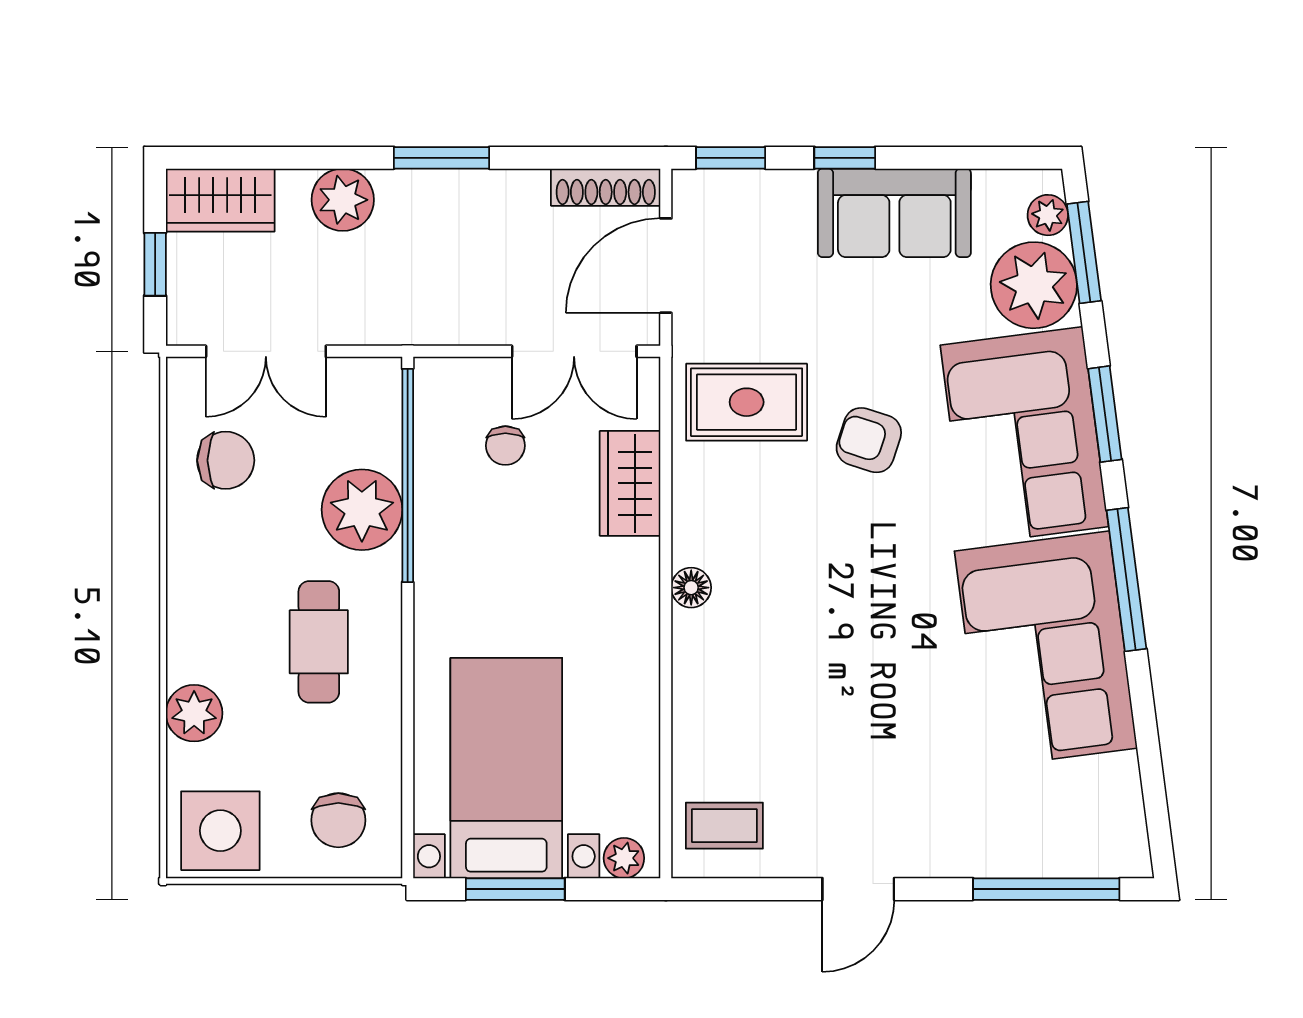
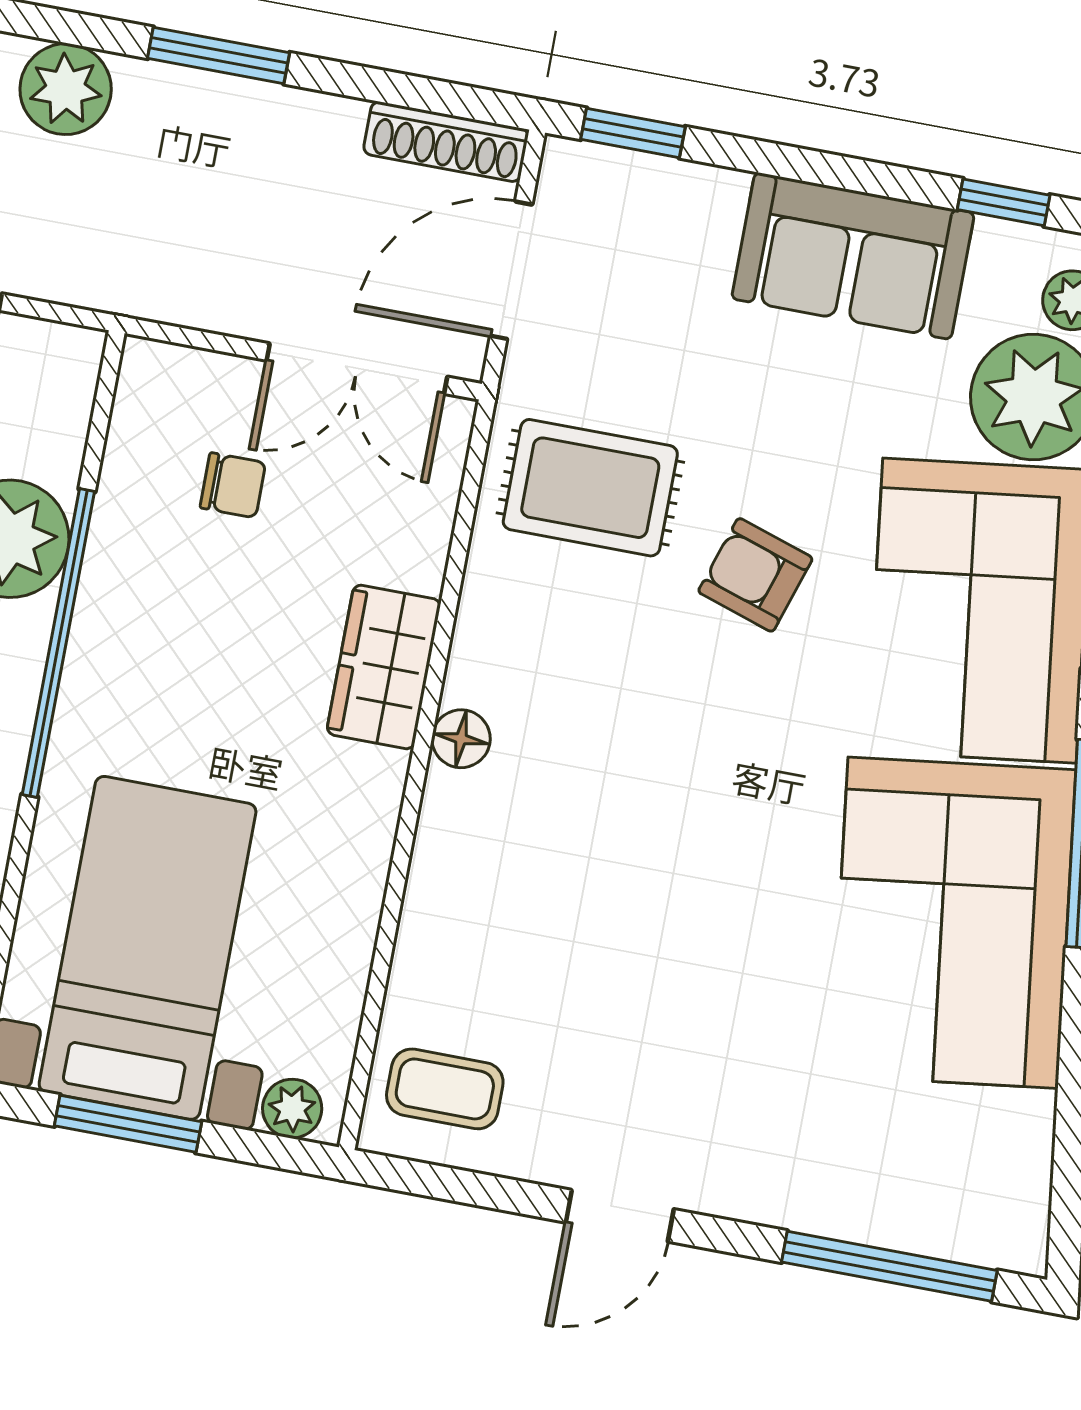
window: (845, 158) -> (1004, 202), moved
chair: (505, 446) -> (233, 485), turned -90
window: (408, 475) -> (58, 643), moved
wardrobe: (630, 483) -> (384, 667), moved

